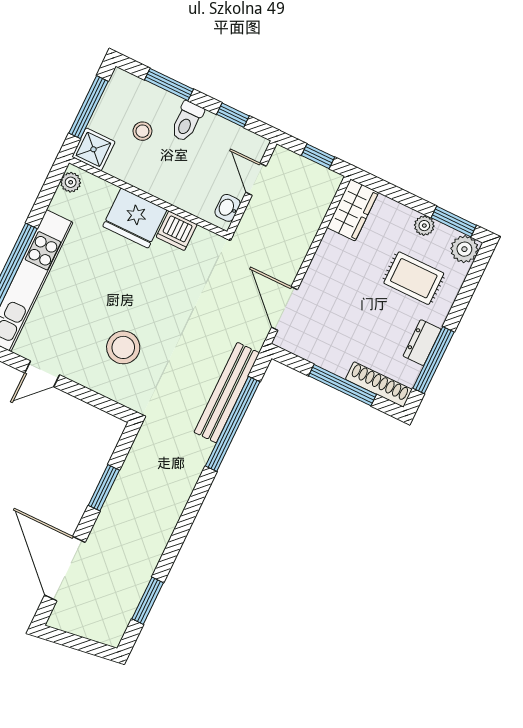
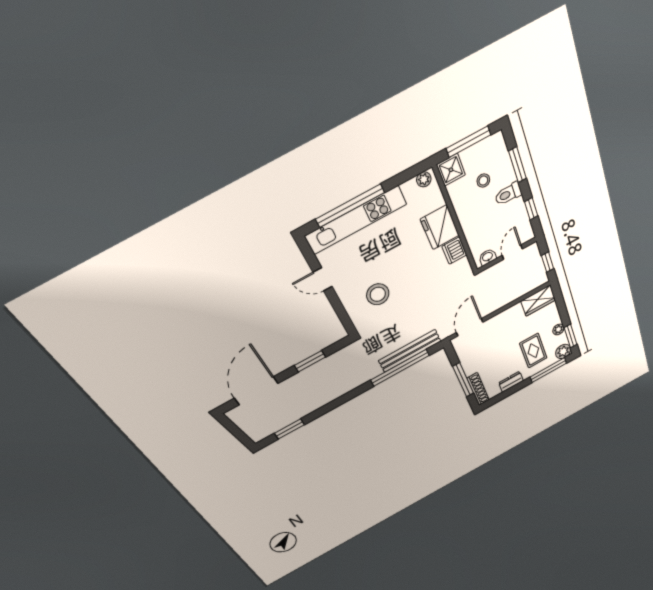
window: (434, 360) -> (548, 370), moved

